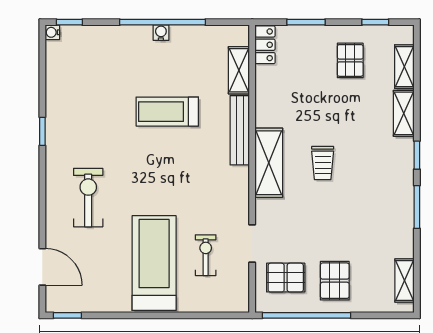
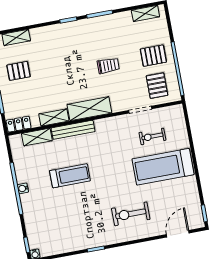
treadmill: (167, 112) -> (70, 176), turned -90
shelving: (404, 113) -> (54, 117), moved
trolley: (323, 163) -> (108, 66), moved

